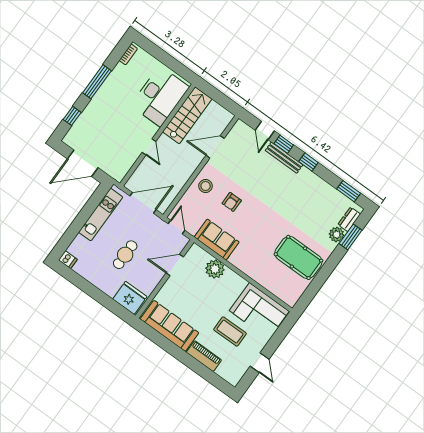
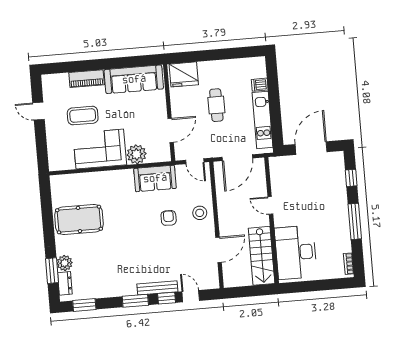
window: (308, 162) -> (135, 301), width x1.50
dishwasher: (68, 260) -> (260, 85), moved
corner sofa: (259, 311) -> (100, 149), moved

